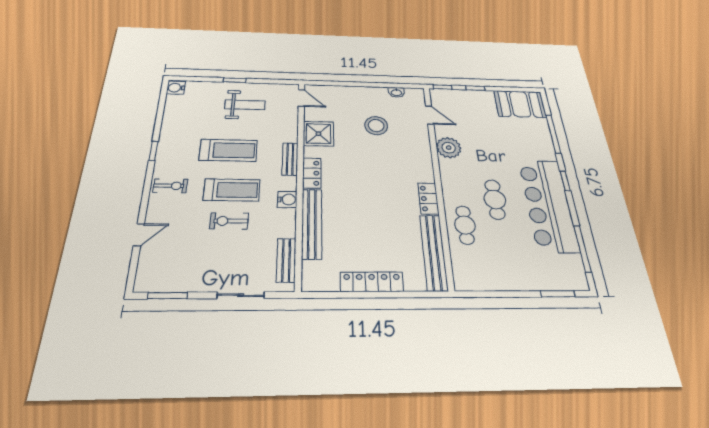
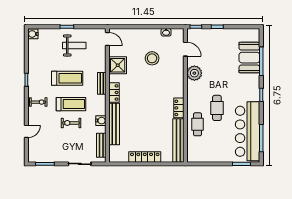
booth: (520, 104) -> (249, 58), moved, turned 90
water cooler: (287, 199) -> (101, 121), moved
bar counter: (548, 205) -> (248, 131), moved

